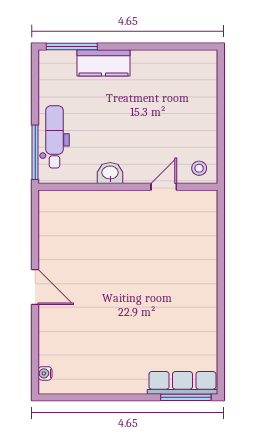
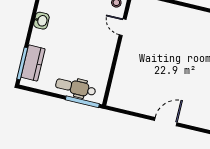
kitchen counter: (104, 63) -> (33, 63), moved
washbasin: (110, 173) -> (41, 21), moved, turned 180

